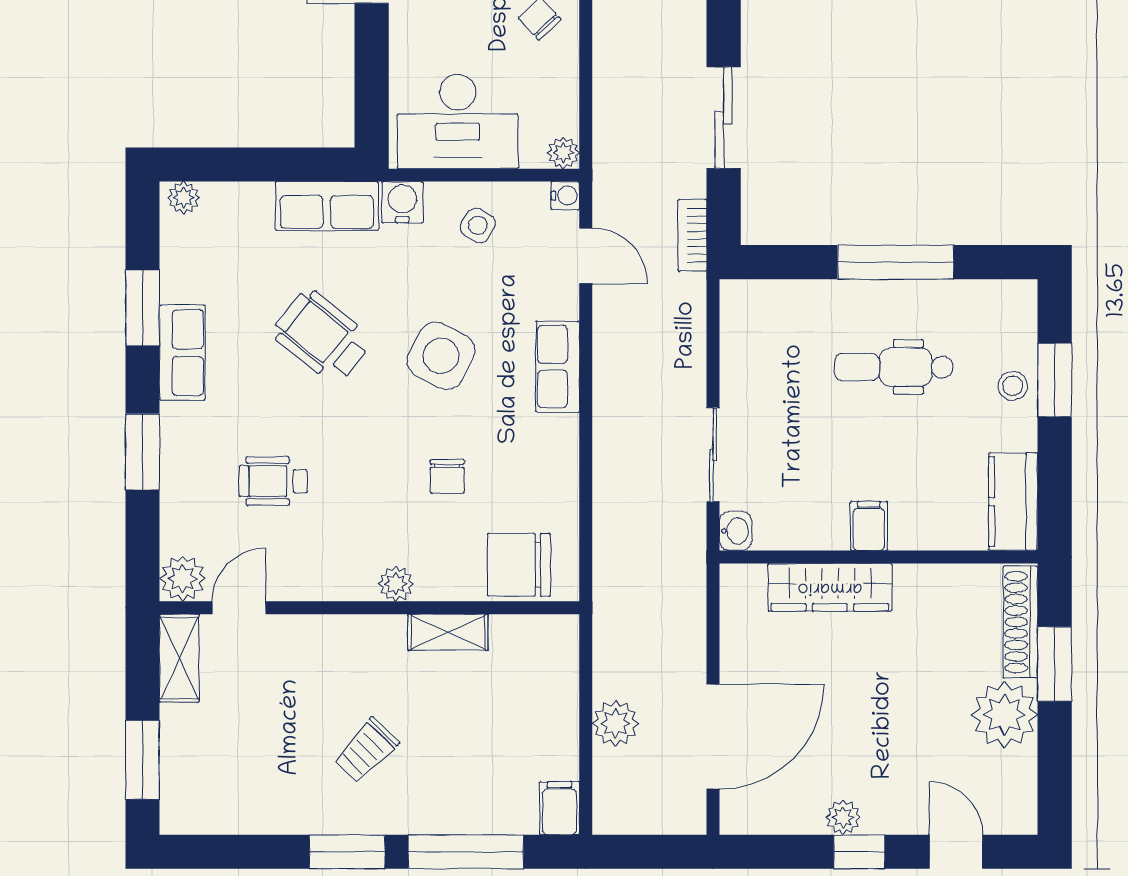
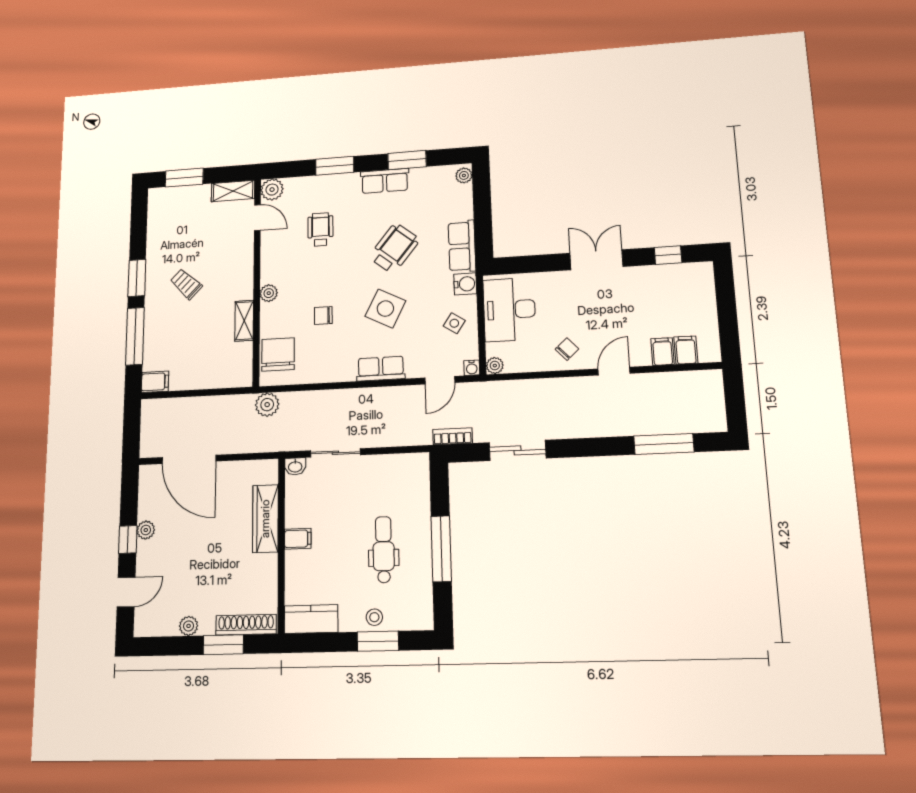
plant: (1004, 715) -> (189, 626), width x0.53, depth x0.53
plant: (615, 723) -> (267, 405), moved

